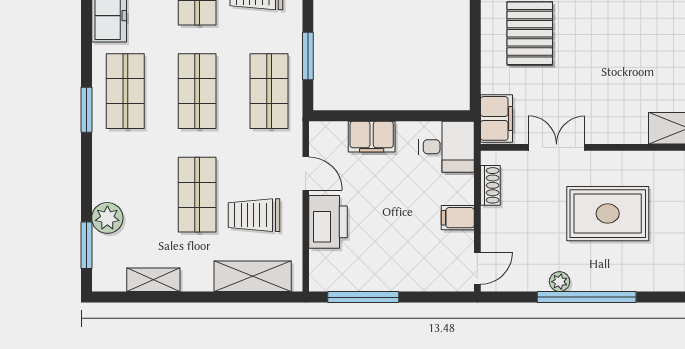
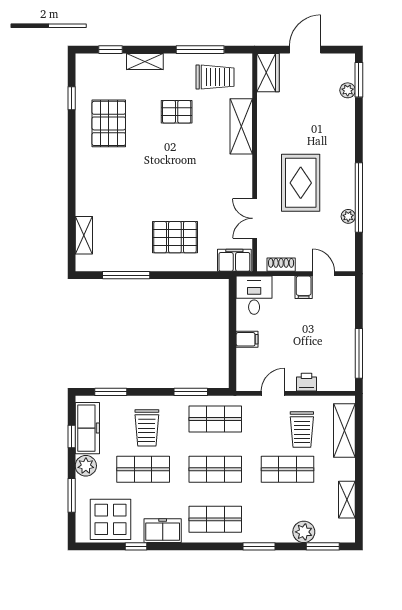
window: (86, 110) -> (259, 546), moved
filing cabinet: (372, 137) -> (247, 339), width x0.50
printer: (328, 222) -> (307, 382), width x0.53, depth x0.68
door: (477, 268) -> (323, 274), moved

